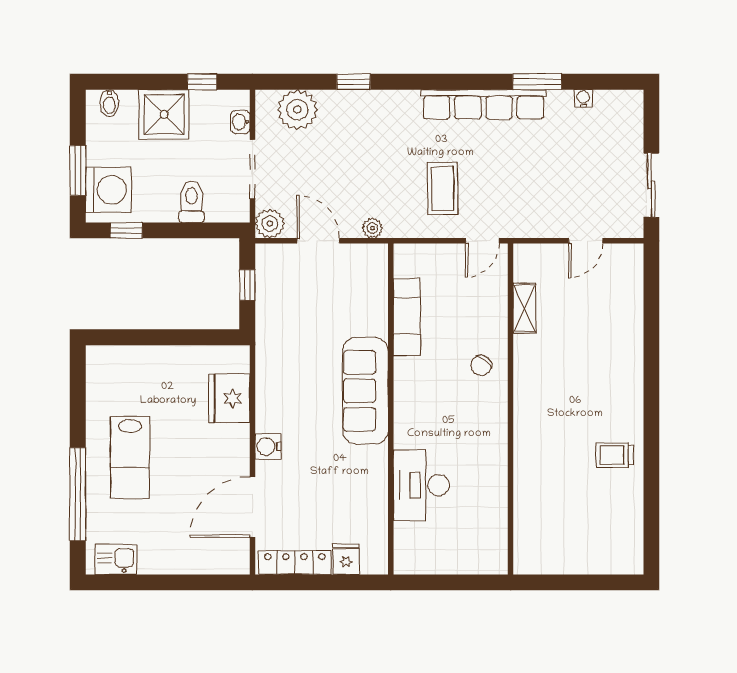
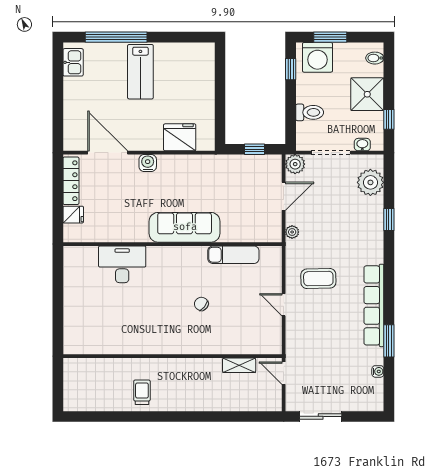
shelving: (524, 308) -> (239, 365), moved
wall: (511, 409) -> (173, 356), moved
lab bench: (130, 457) -> (140, 72), turned -90

